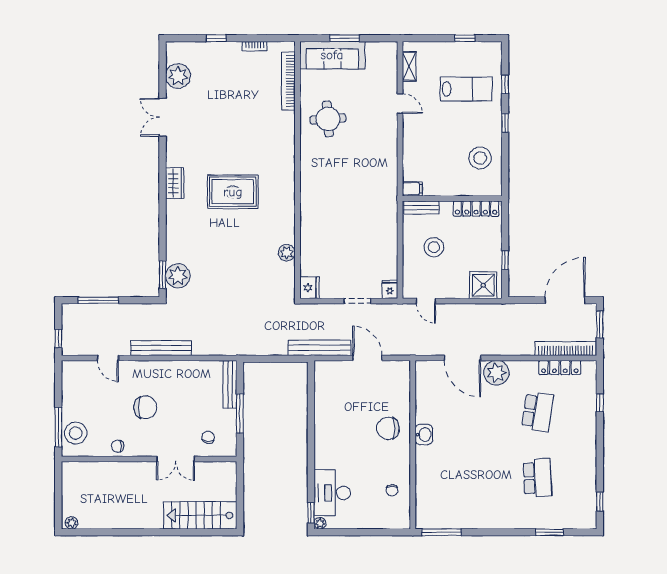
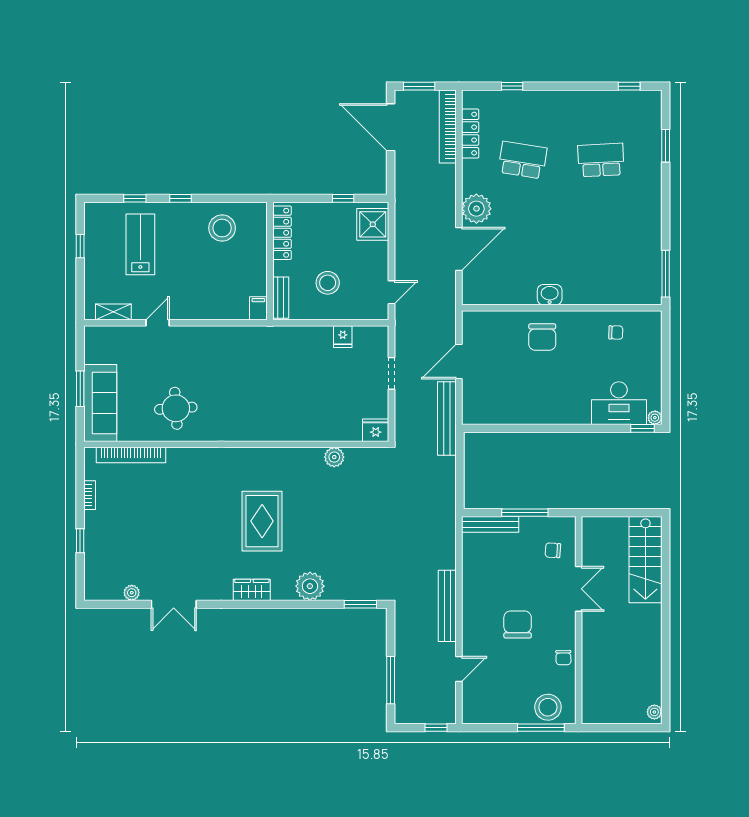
plant: (178, 76) -> (132, 593), width x0.53, depth x0.53
plant: (178, 276) -> (310, 586), moved
fridge: (390, 289) -> (343, 337), moved, turned -90

